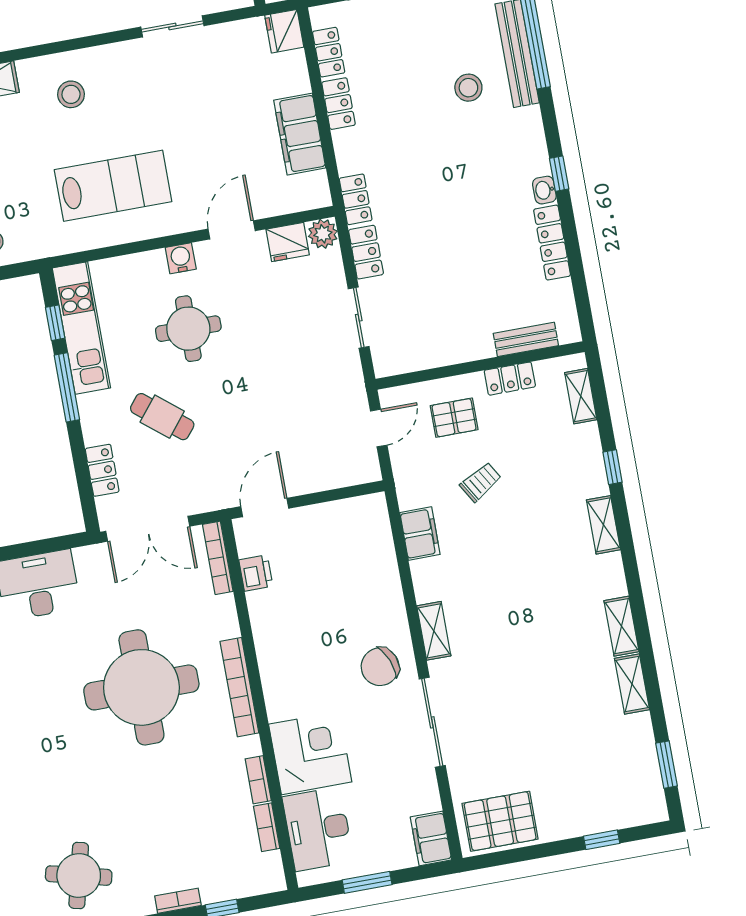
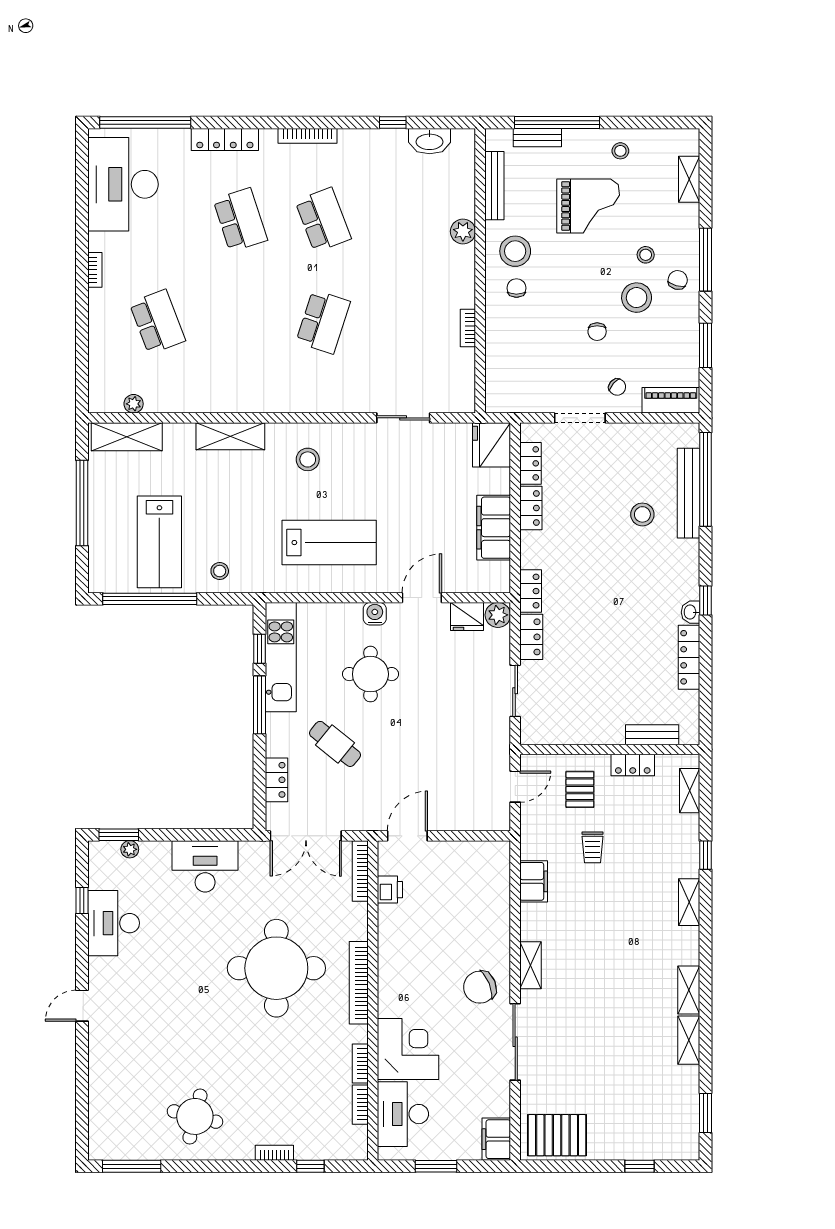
fridge: (284, 31) -> (492, 445), width x1.36, depth x1.34
pallet: (454, 418) -> (580, 789), turned 90
trolley: (481, 482) -> (592, 847), turned 121

